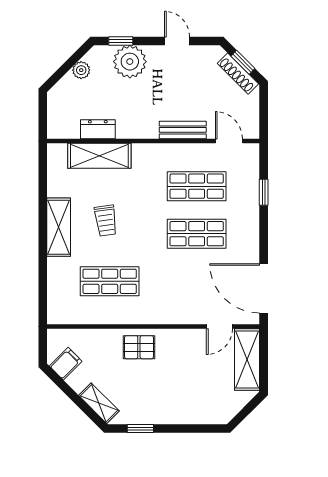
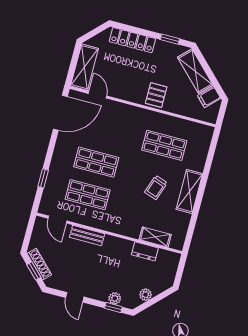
plant: (130, 62) -> (115, 298), width x0.53, depth x0.53
shelving: (99, 156) -> (155, 237), width x0.67, depth x0.75
trolley: (106, 221) -> (156, 187), turned -153
door: (264, 288) -> (60, 113), hinge flipped
door: (219, 326) -> (97, 95), hinge flipped
pallet: (139, 347) -> (156, 95), turned 90
shelving: (99, 403) -> (195, 71), width x1.50, depth x1.33
locker: (191, 414) -> (132, 40), added

